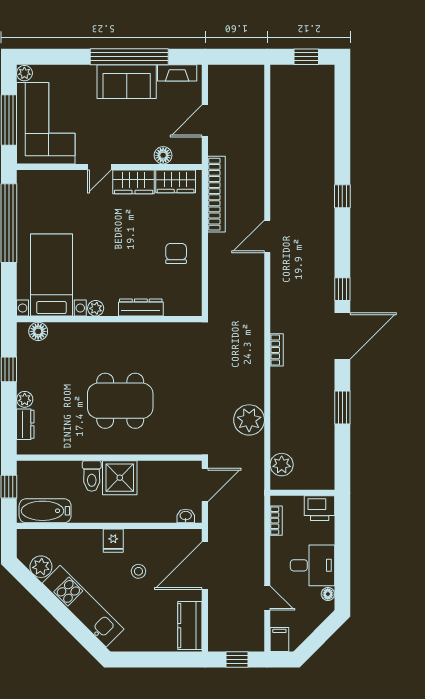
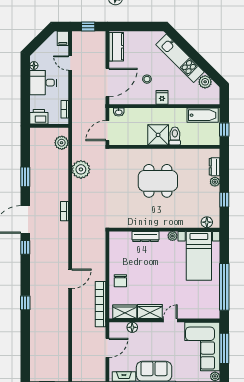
chair: (176, 253) -> (120, 281), moved

